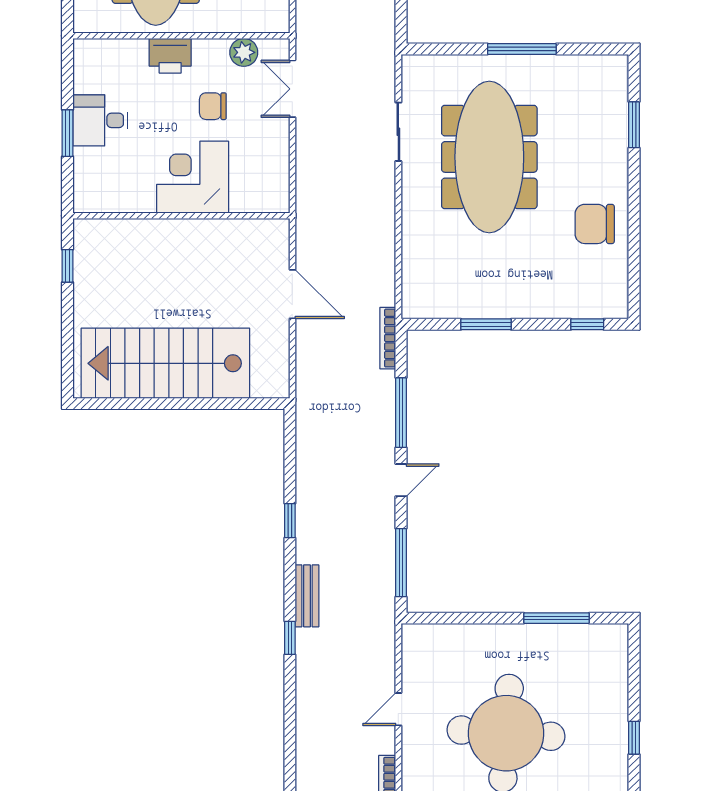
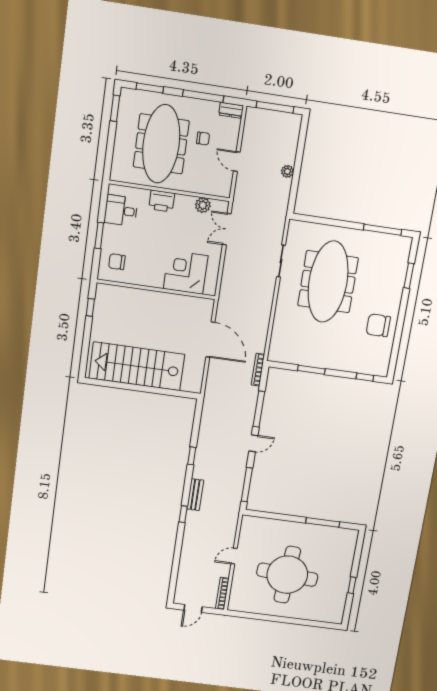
window: (522, 49) -> (383, 230), moved
chair: (213, 106) -> (117, 262), moved
desk: (100, 120) -> (121, 211), moved
corner desk: (193, 177) -> (186, 272), moved
door: (292, 294) -> (210, 340), width x1.36

